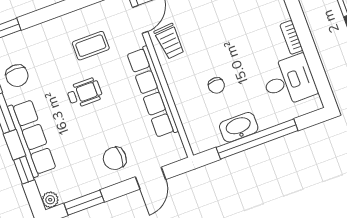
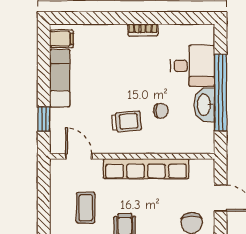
trolley: (170, 41) -> (126, 122), moved
desk: (289, 81) -> (193, 66), moved, turned 90

